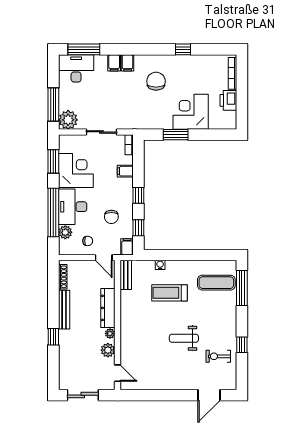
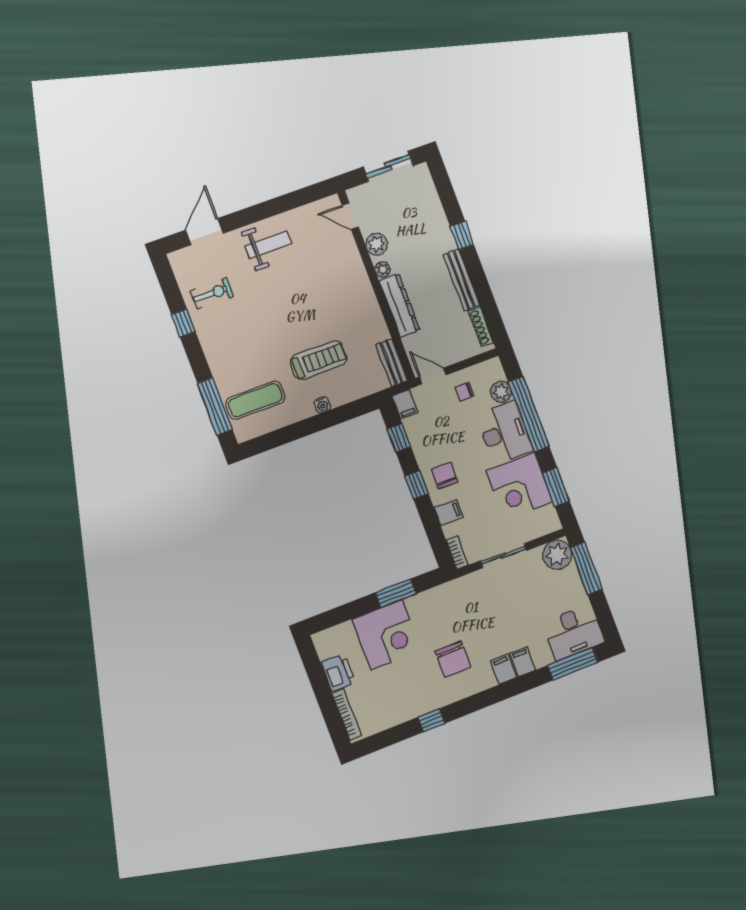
chair: (111, 217) -> (445, 476), moved
water cooler: (160, 265) -> (322, 405), moved
weight bench: (184, 338) -> (268, 245), moved

